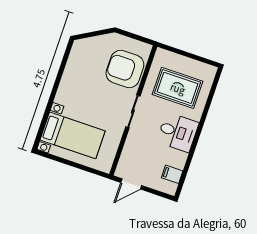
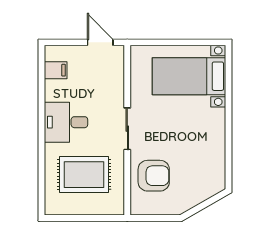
armchair: (125, 69) -> (154, 176), width x0.73, depth x0.73
door: (131, 184) -> (100, 42), hinge flipped

